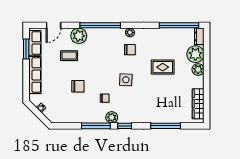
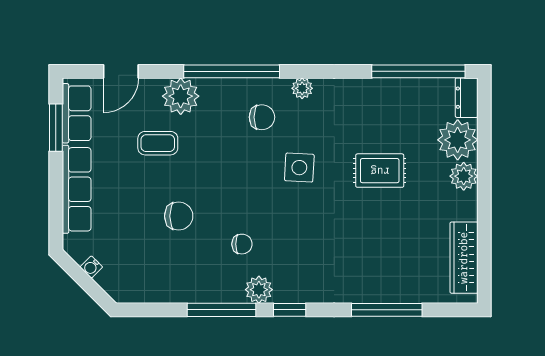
chair: (130, 50) -> (262, 117), moved
side table: (126, 80) -> (299, 168), moved

